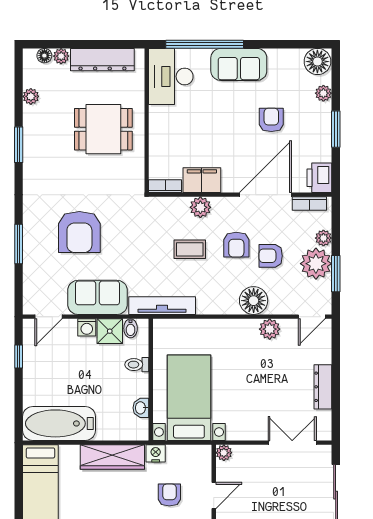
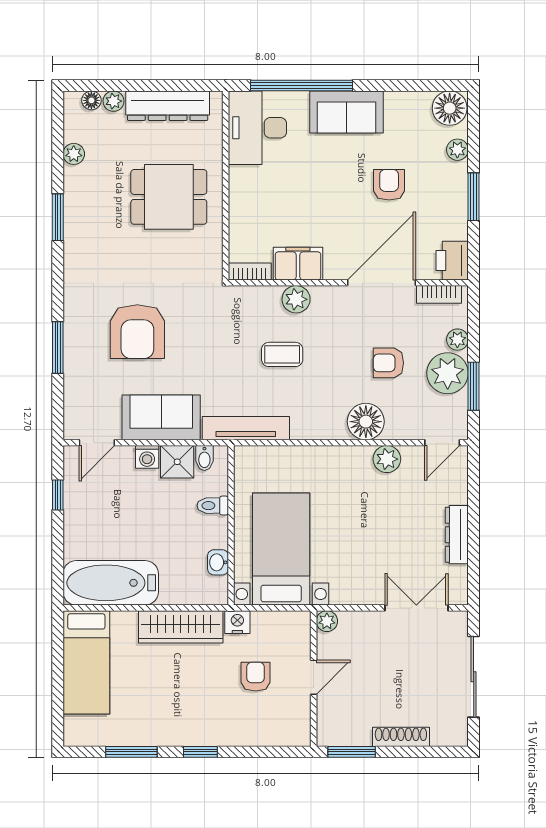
armchair: (236, 245) -> (343, 348), removed

